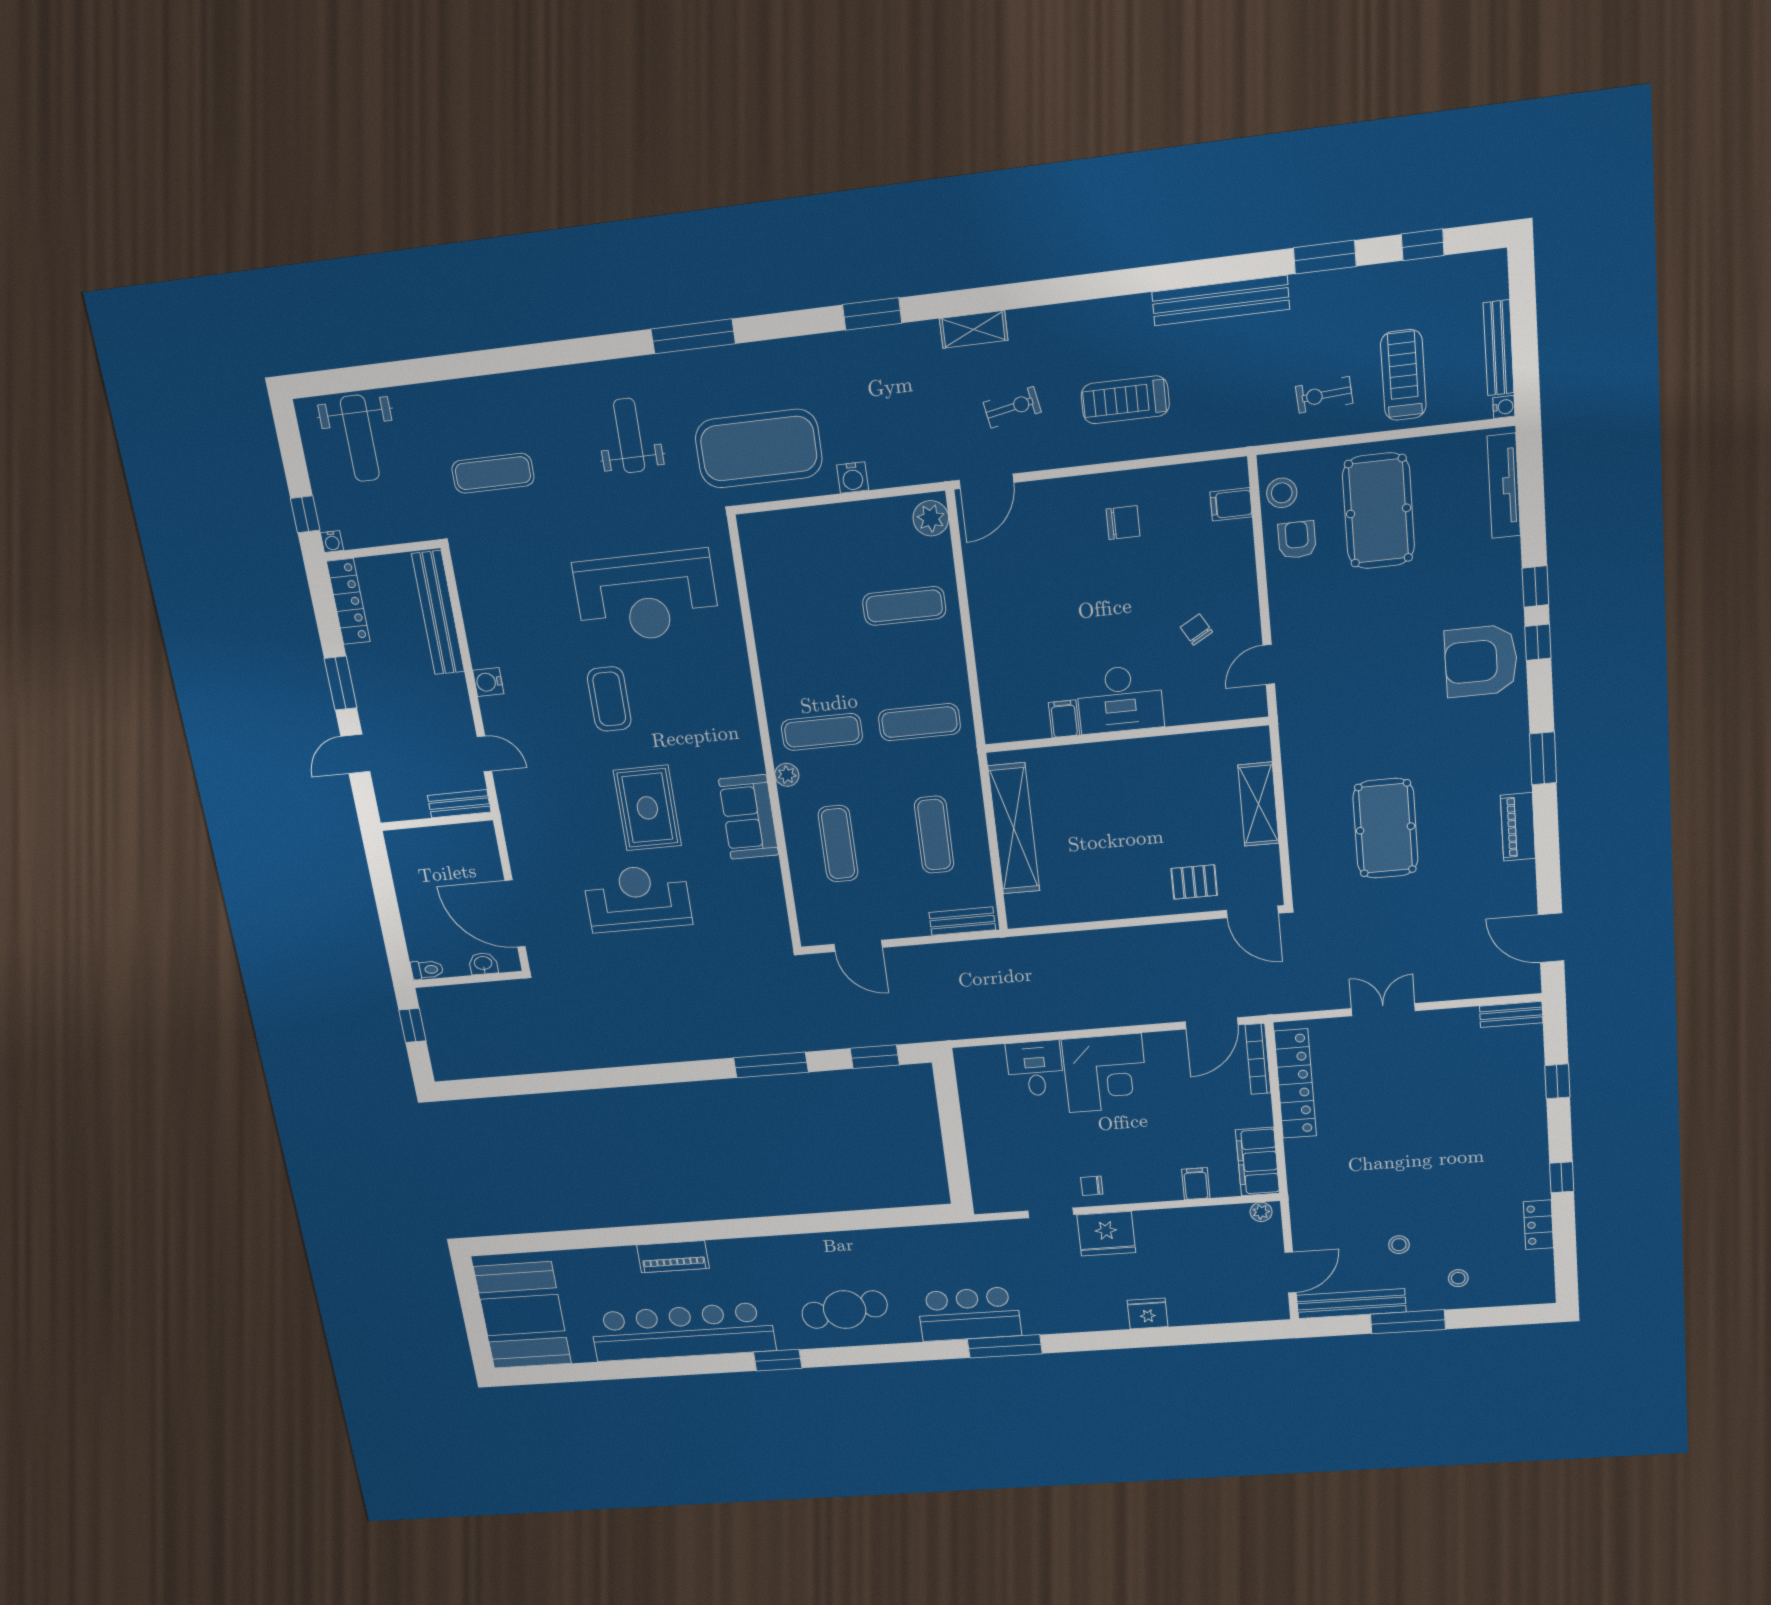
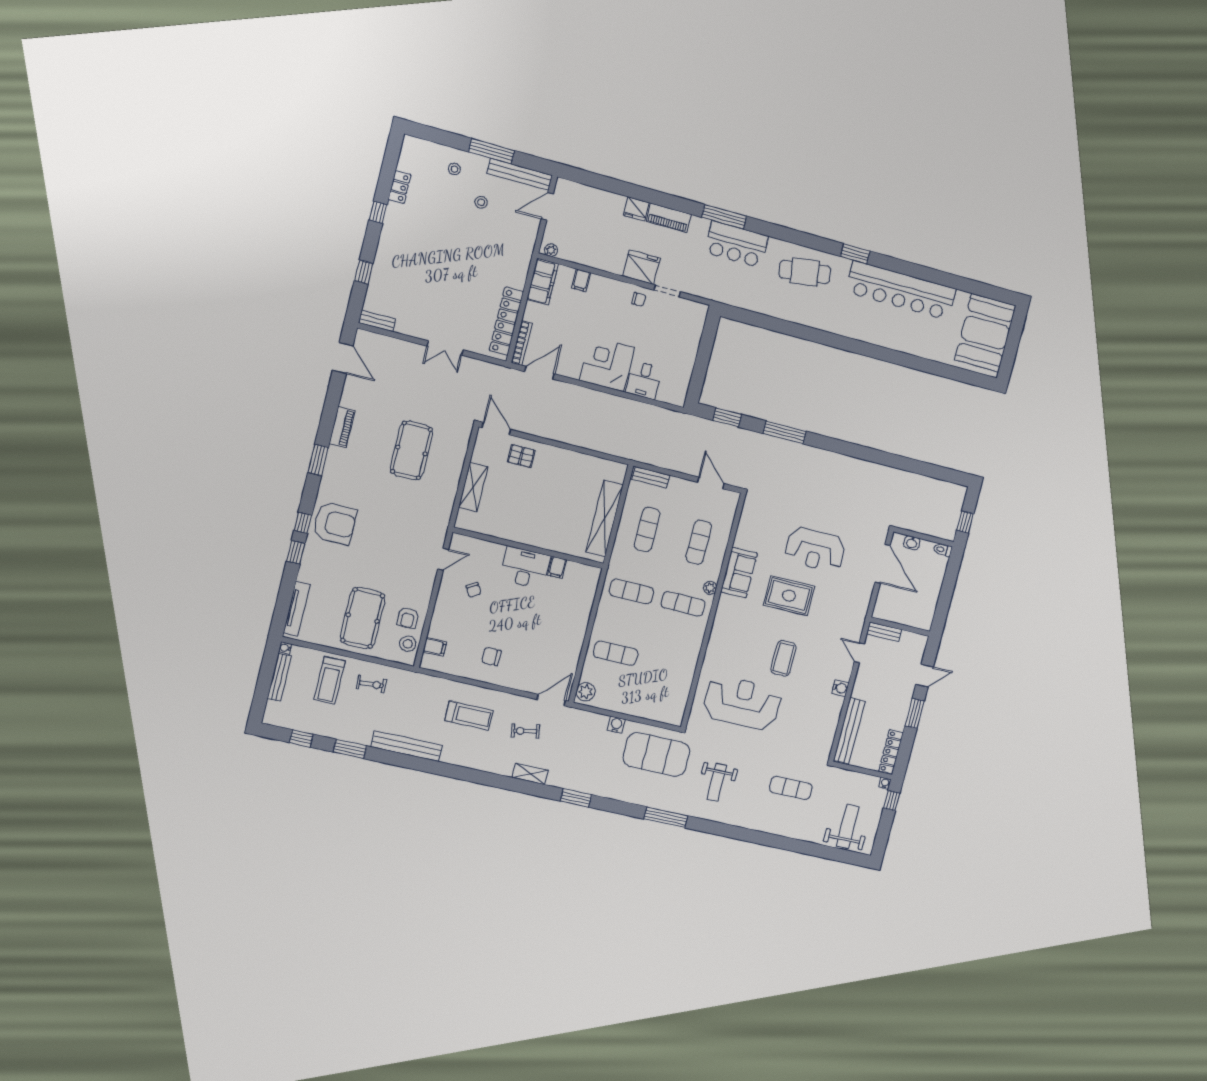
rug: (647, 808) -> (789, 596), turned 90
piano: (673, 1257) -> (669, 218), moved, turned 180

